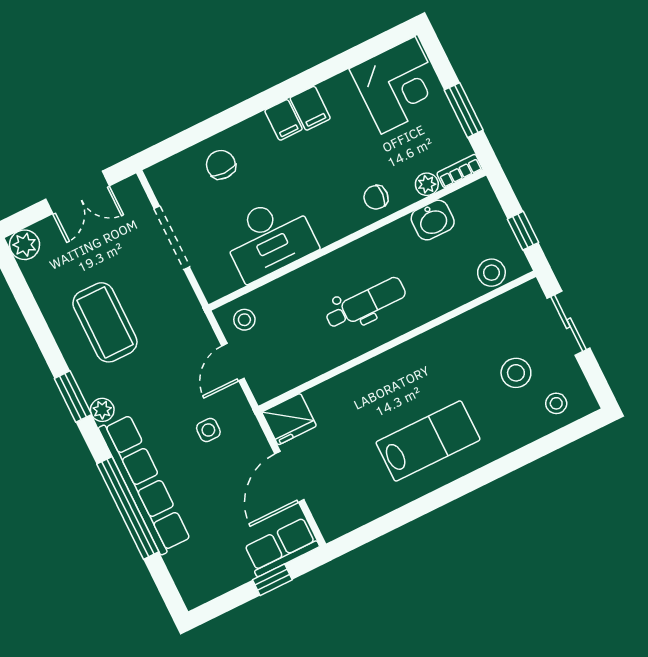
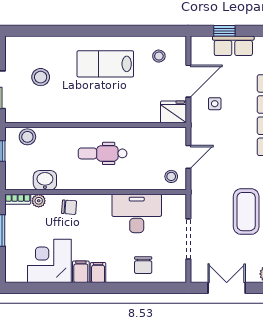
corner desk: (398, 85) -> (49, 261), moved
stool: (556, 403) -> (159, 56), moved
side table: (208, 430) -> (215, 104), moved
row of seats: (281, 547) -> (233, 46), moved

